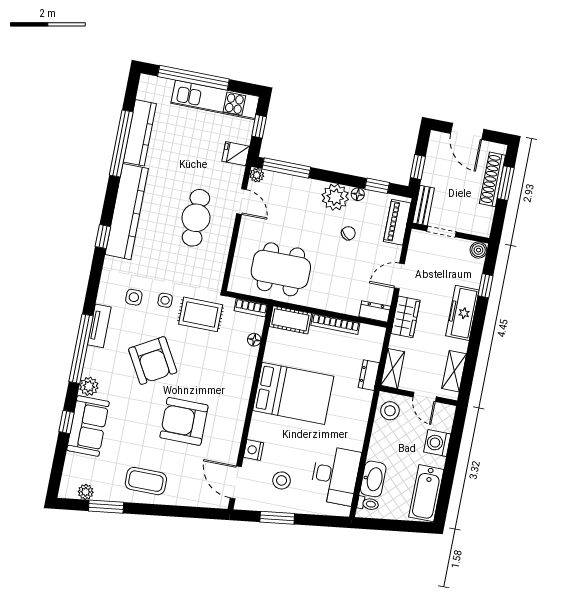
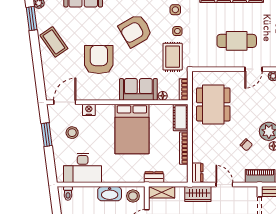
sofa: (238, 373) -> (138, 89), added
washbasin: (373, 479) -> (110, 194), moved
coffee table: (146, 481) -> (54, 42), turned -35

